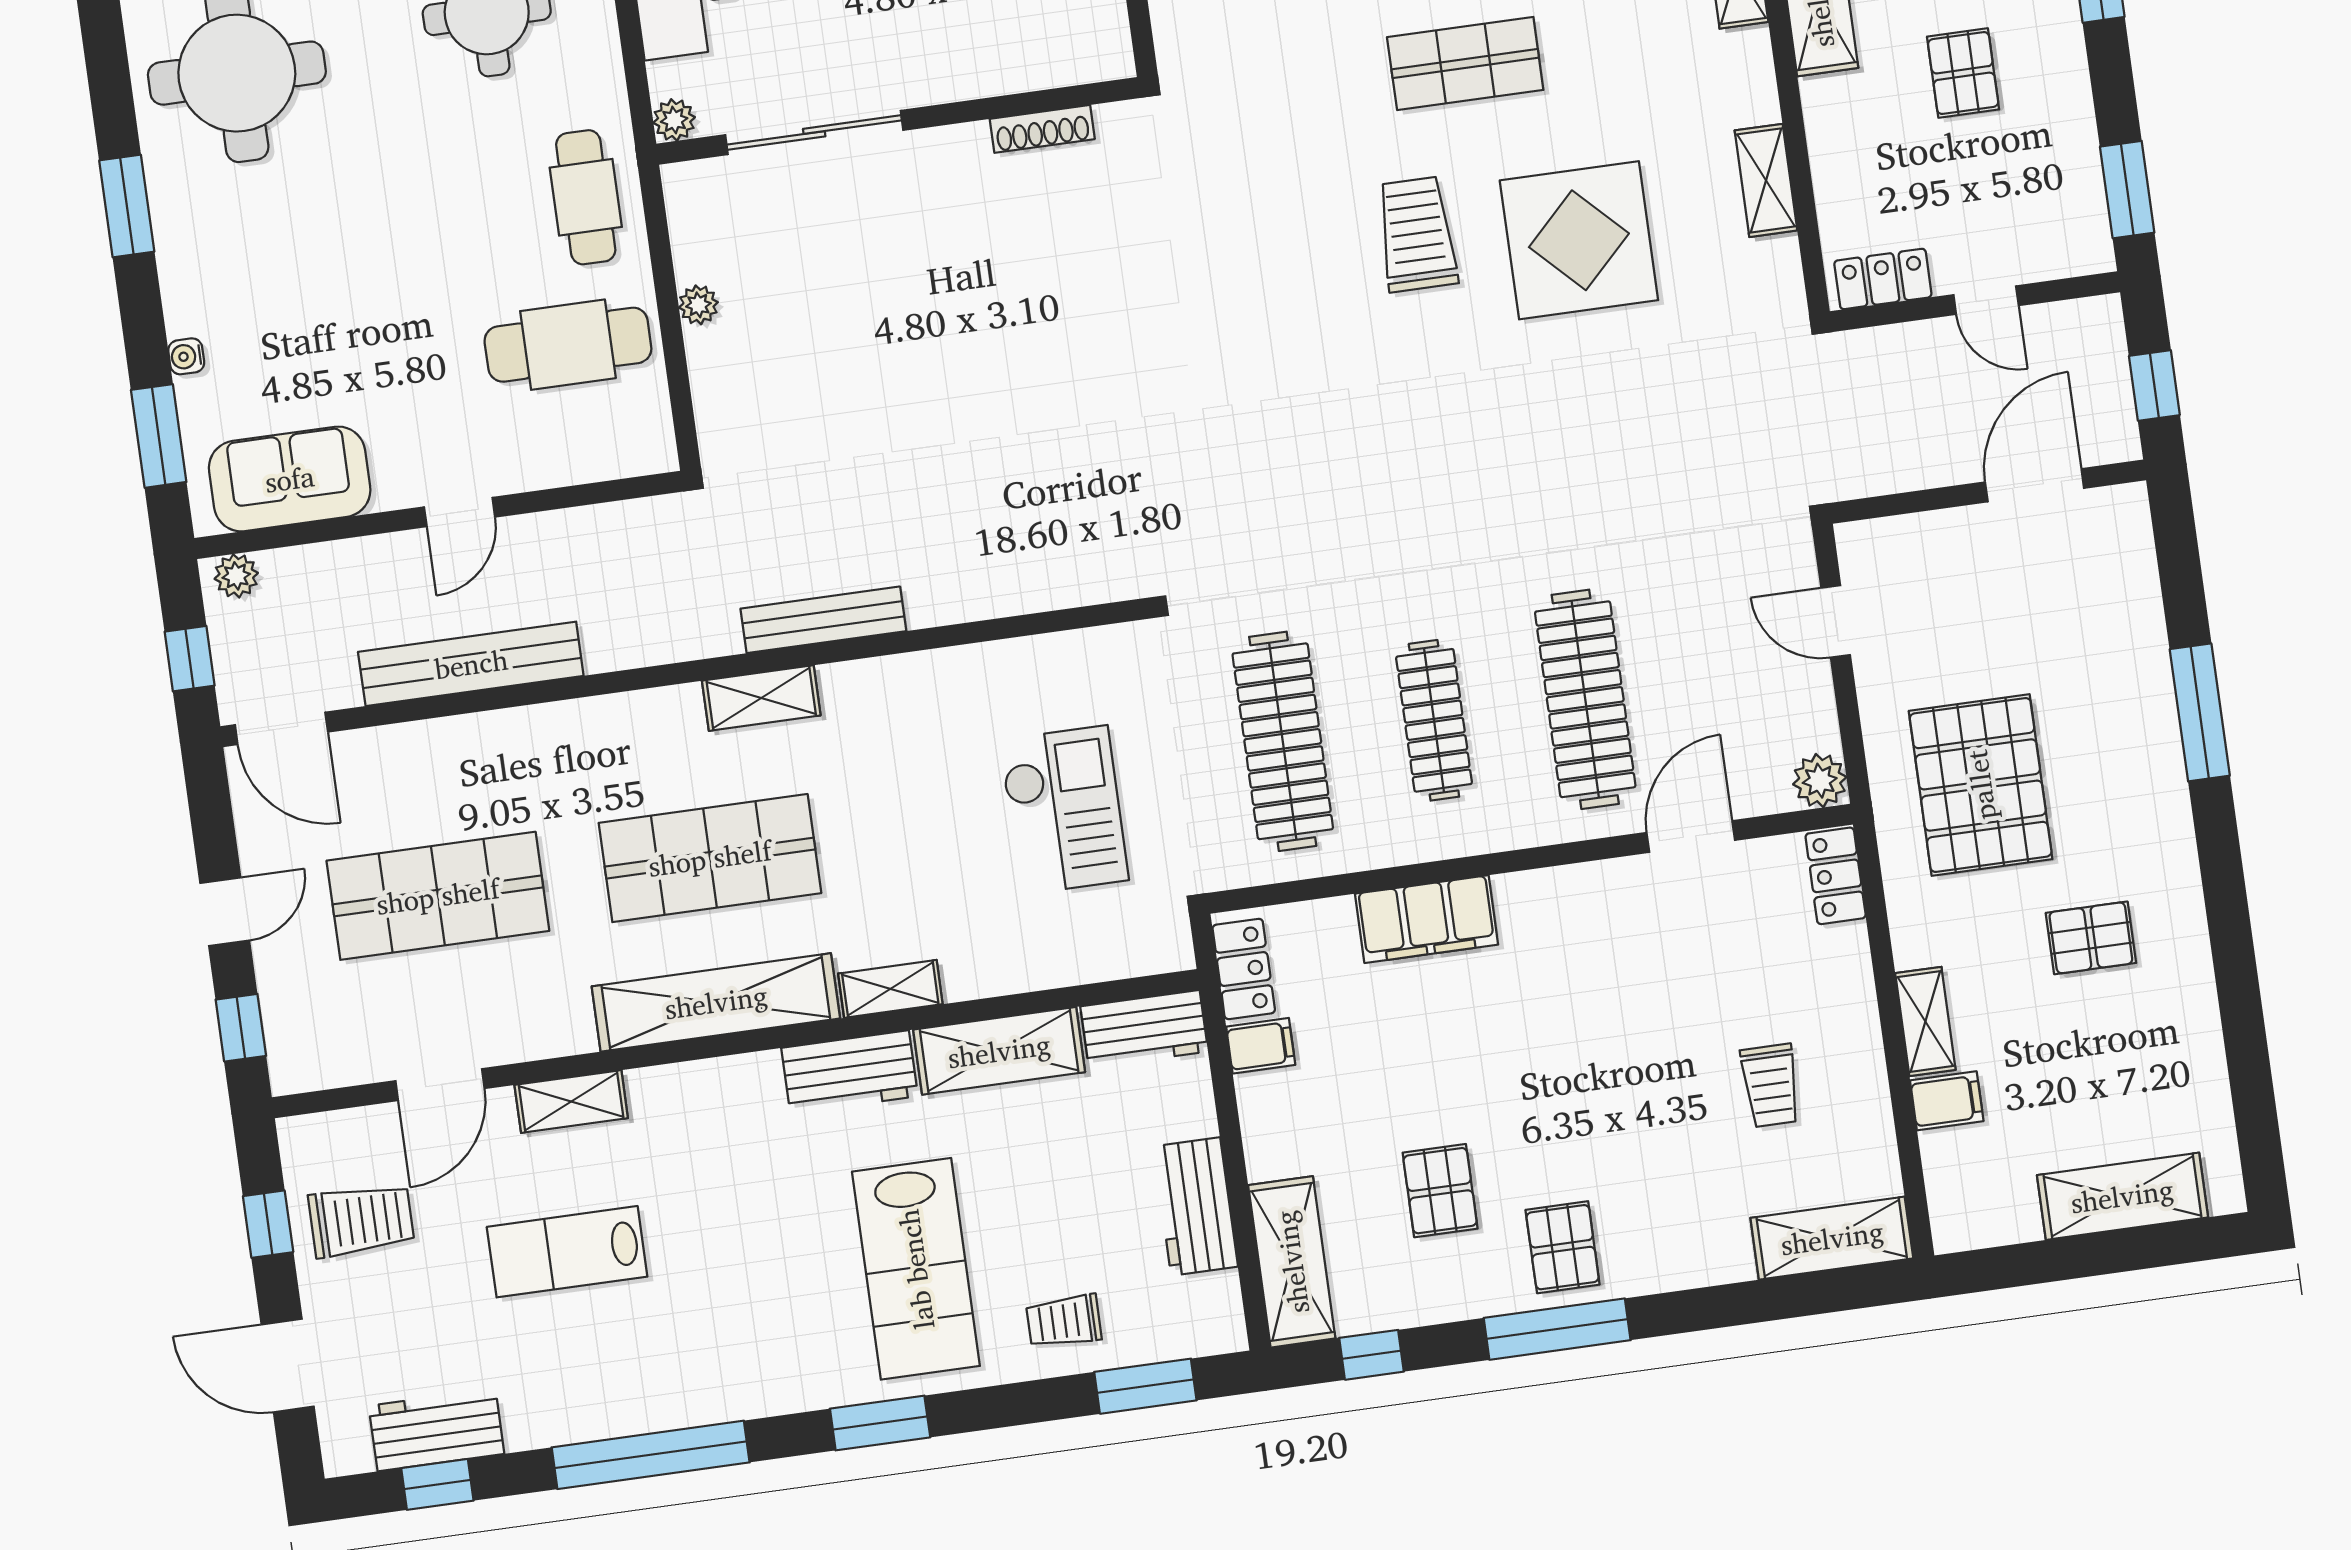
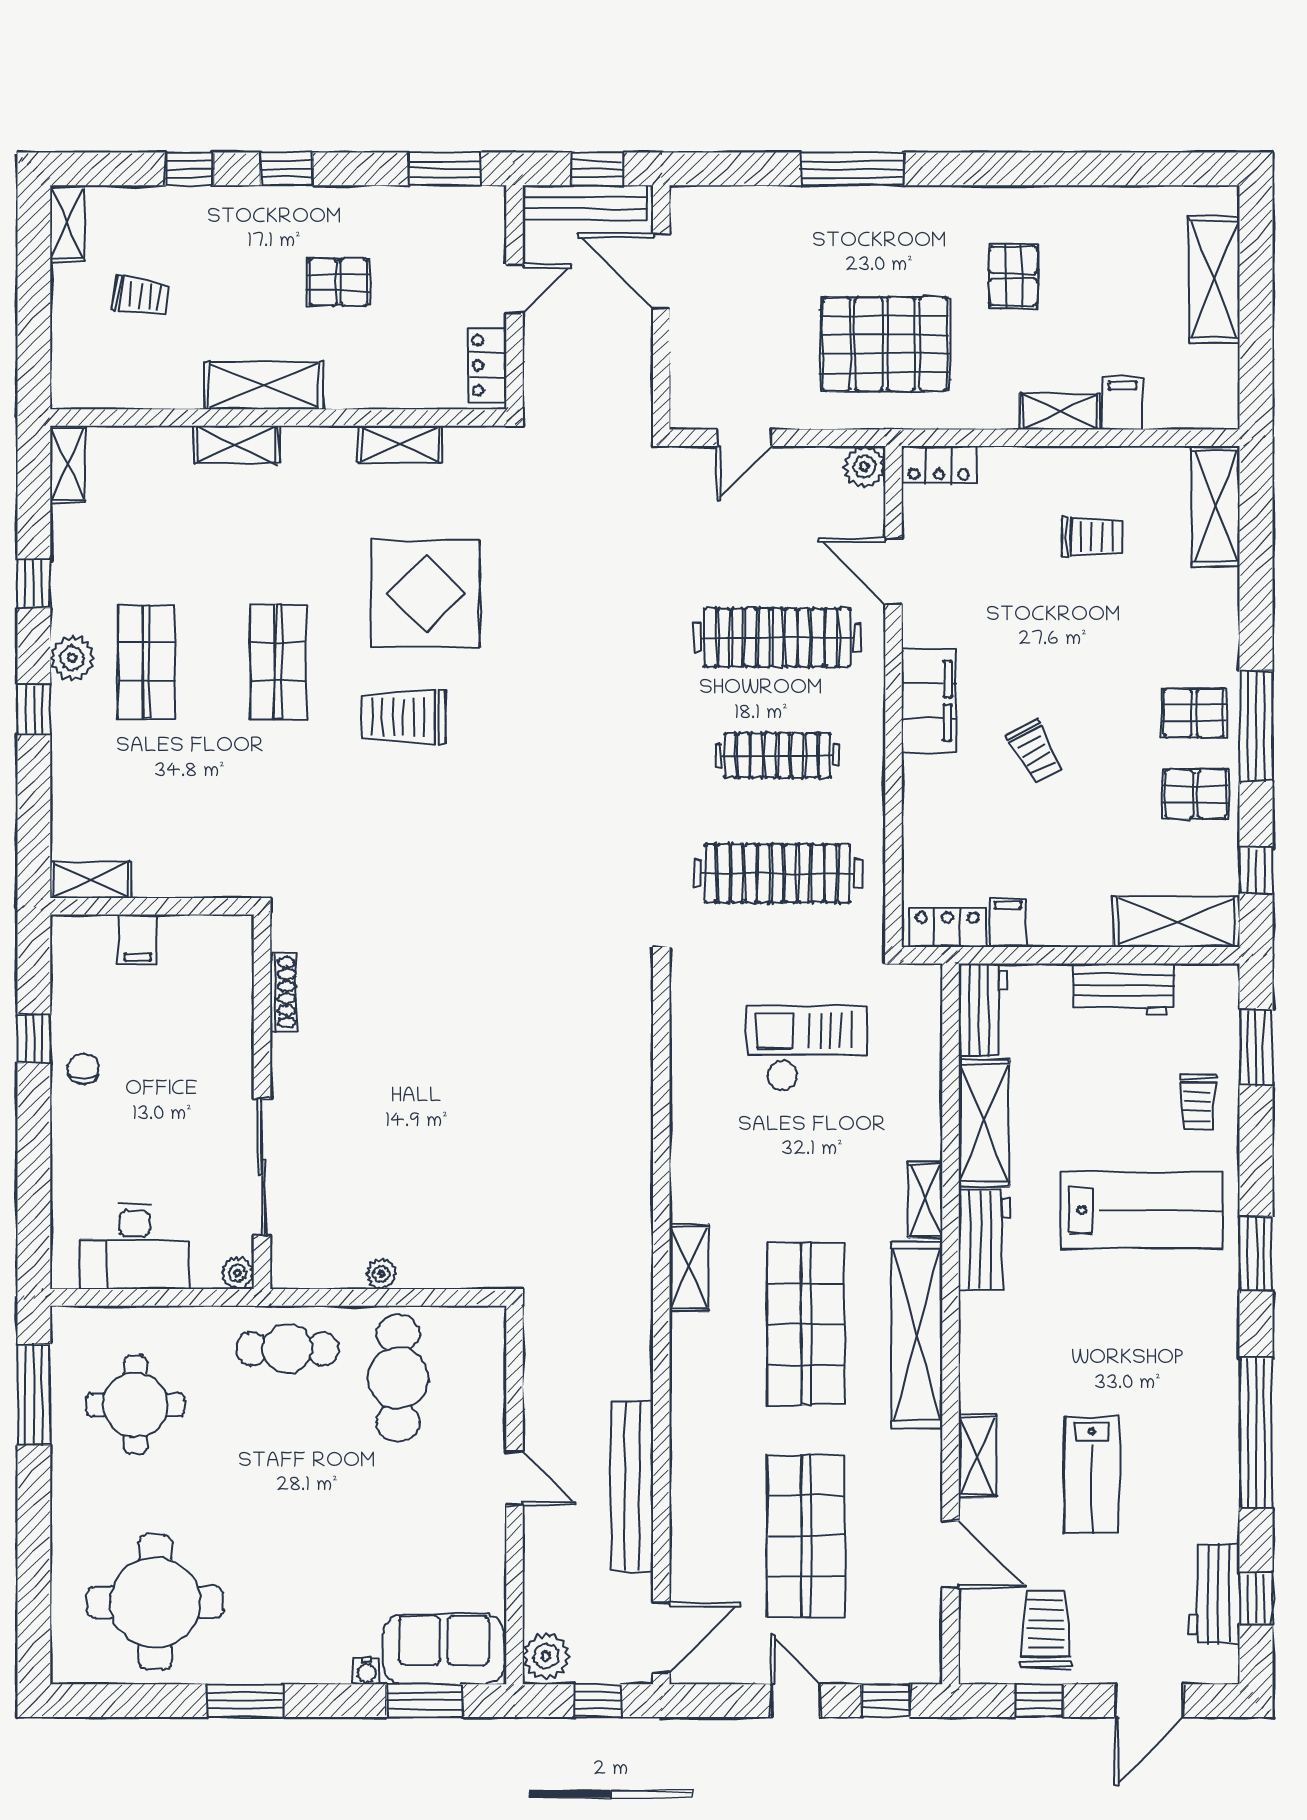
sofa: (290, 479) -> (444, 1649), moved, turned 90
plant: (236, 576) -> (546, 1656), width x1.38, depth x1.38
bench: (823, 620) -> (585, 203), moved, turned 90
filing cabinet: (1427, 919) -> (929, 701), moved
trolley: (1485, 1050) -> (1035, 751), added
pallet: (1440, 1191) -> (1196, 794), moved

